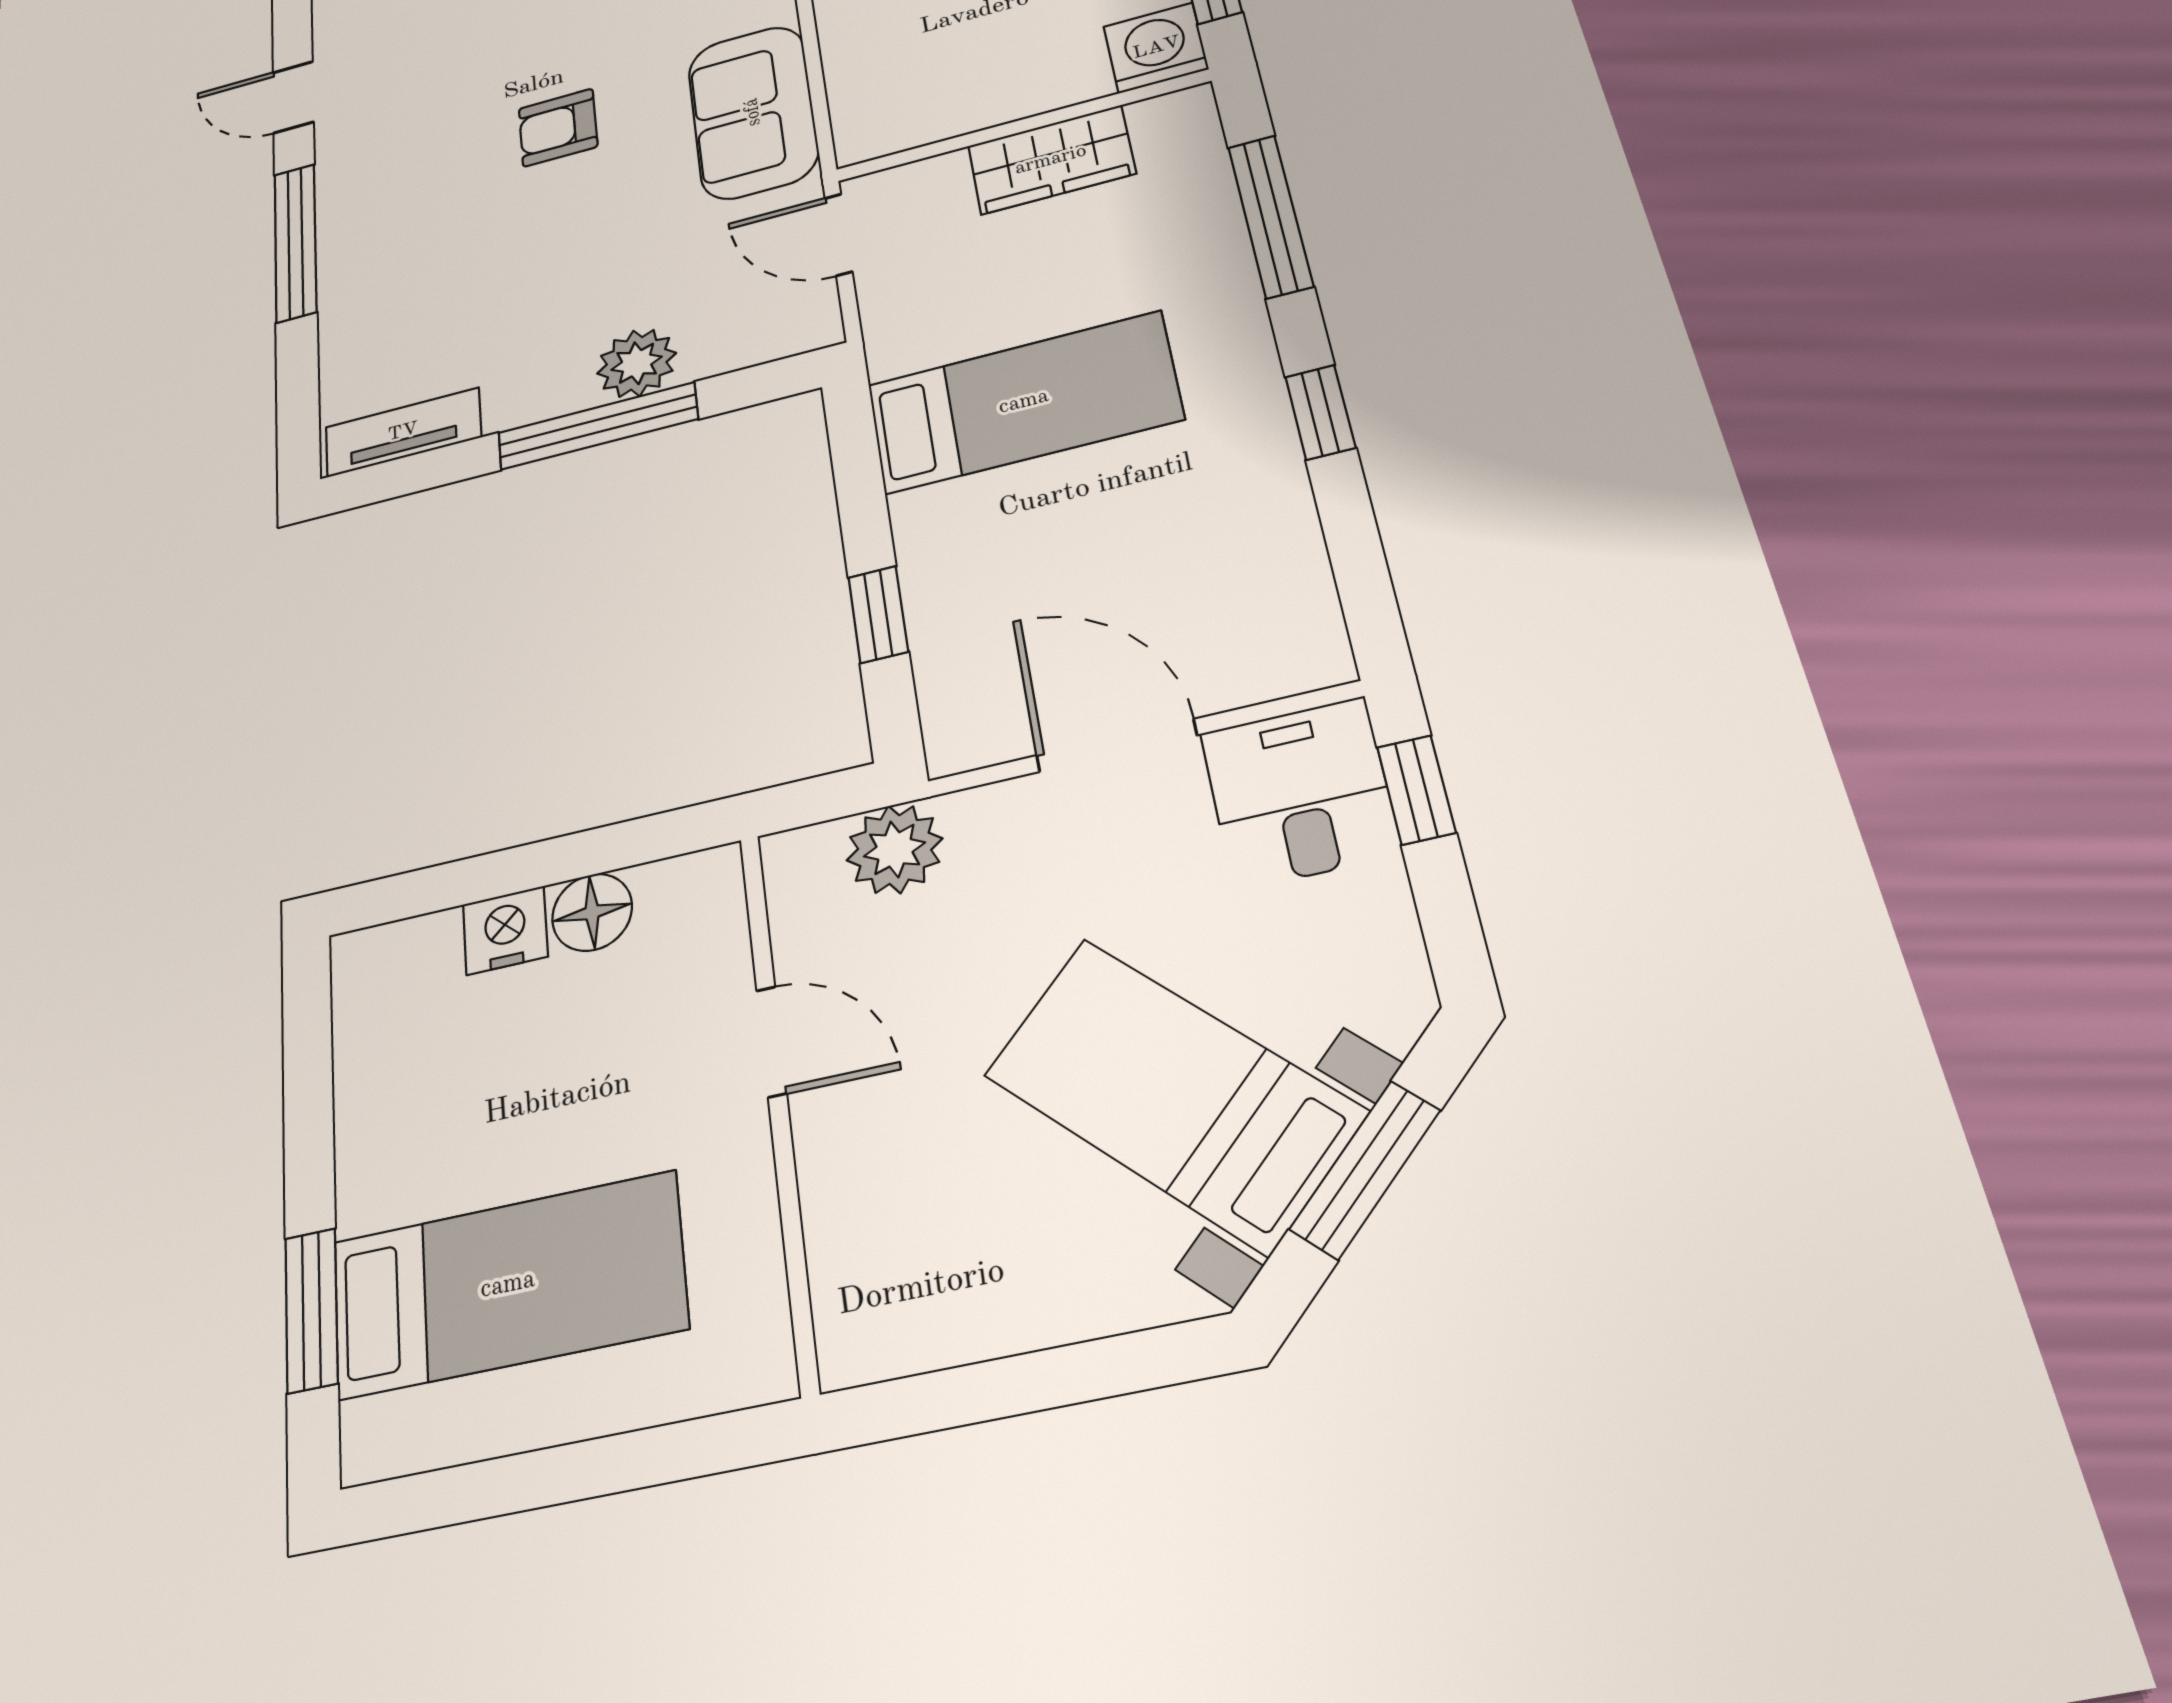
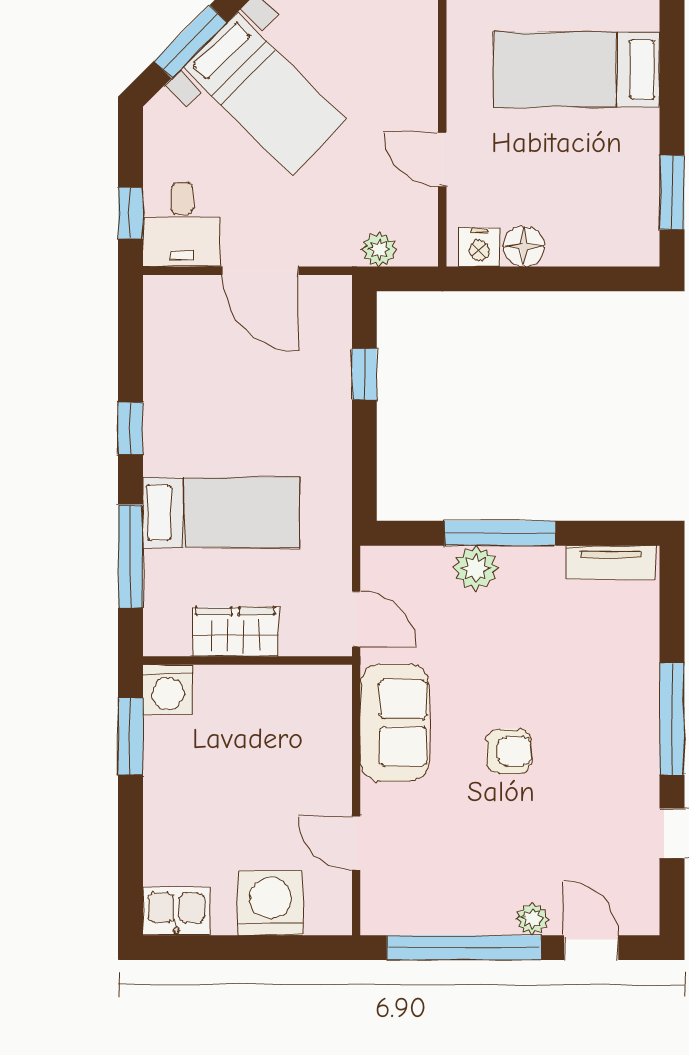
bed: (1024, 402) -> (221, 513), moved, turned 180
plant: (894, 849) -> (379, 249), width x0.73, depth x0.73
nightstand: (505, 930) -> (479, 247), moved
window: (311, 1310) -> (672, 192), moved

